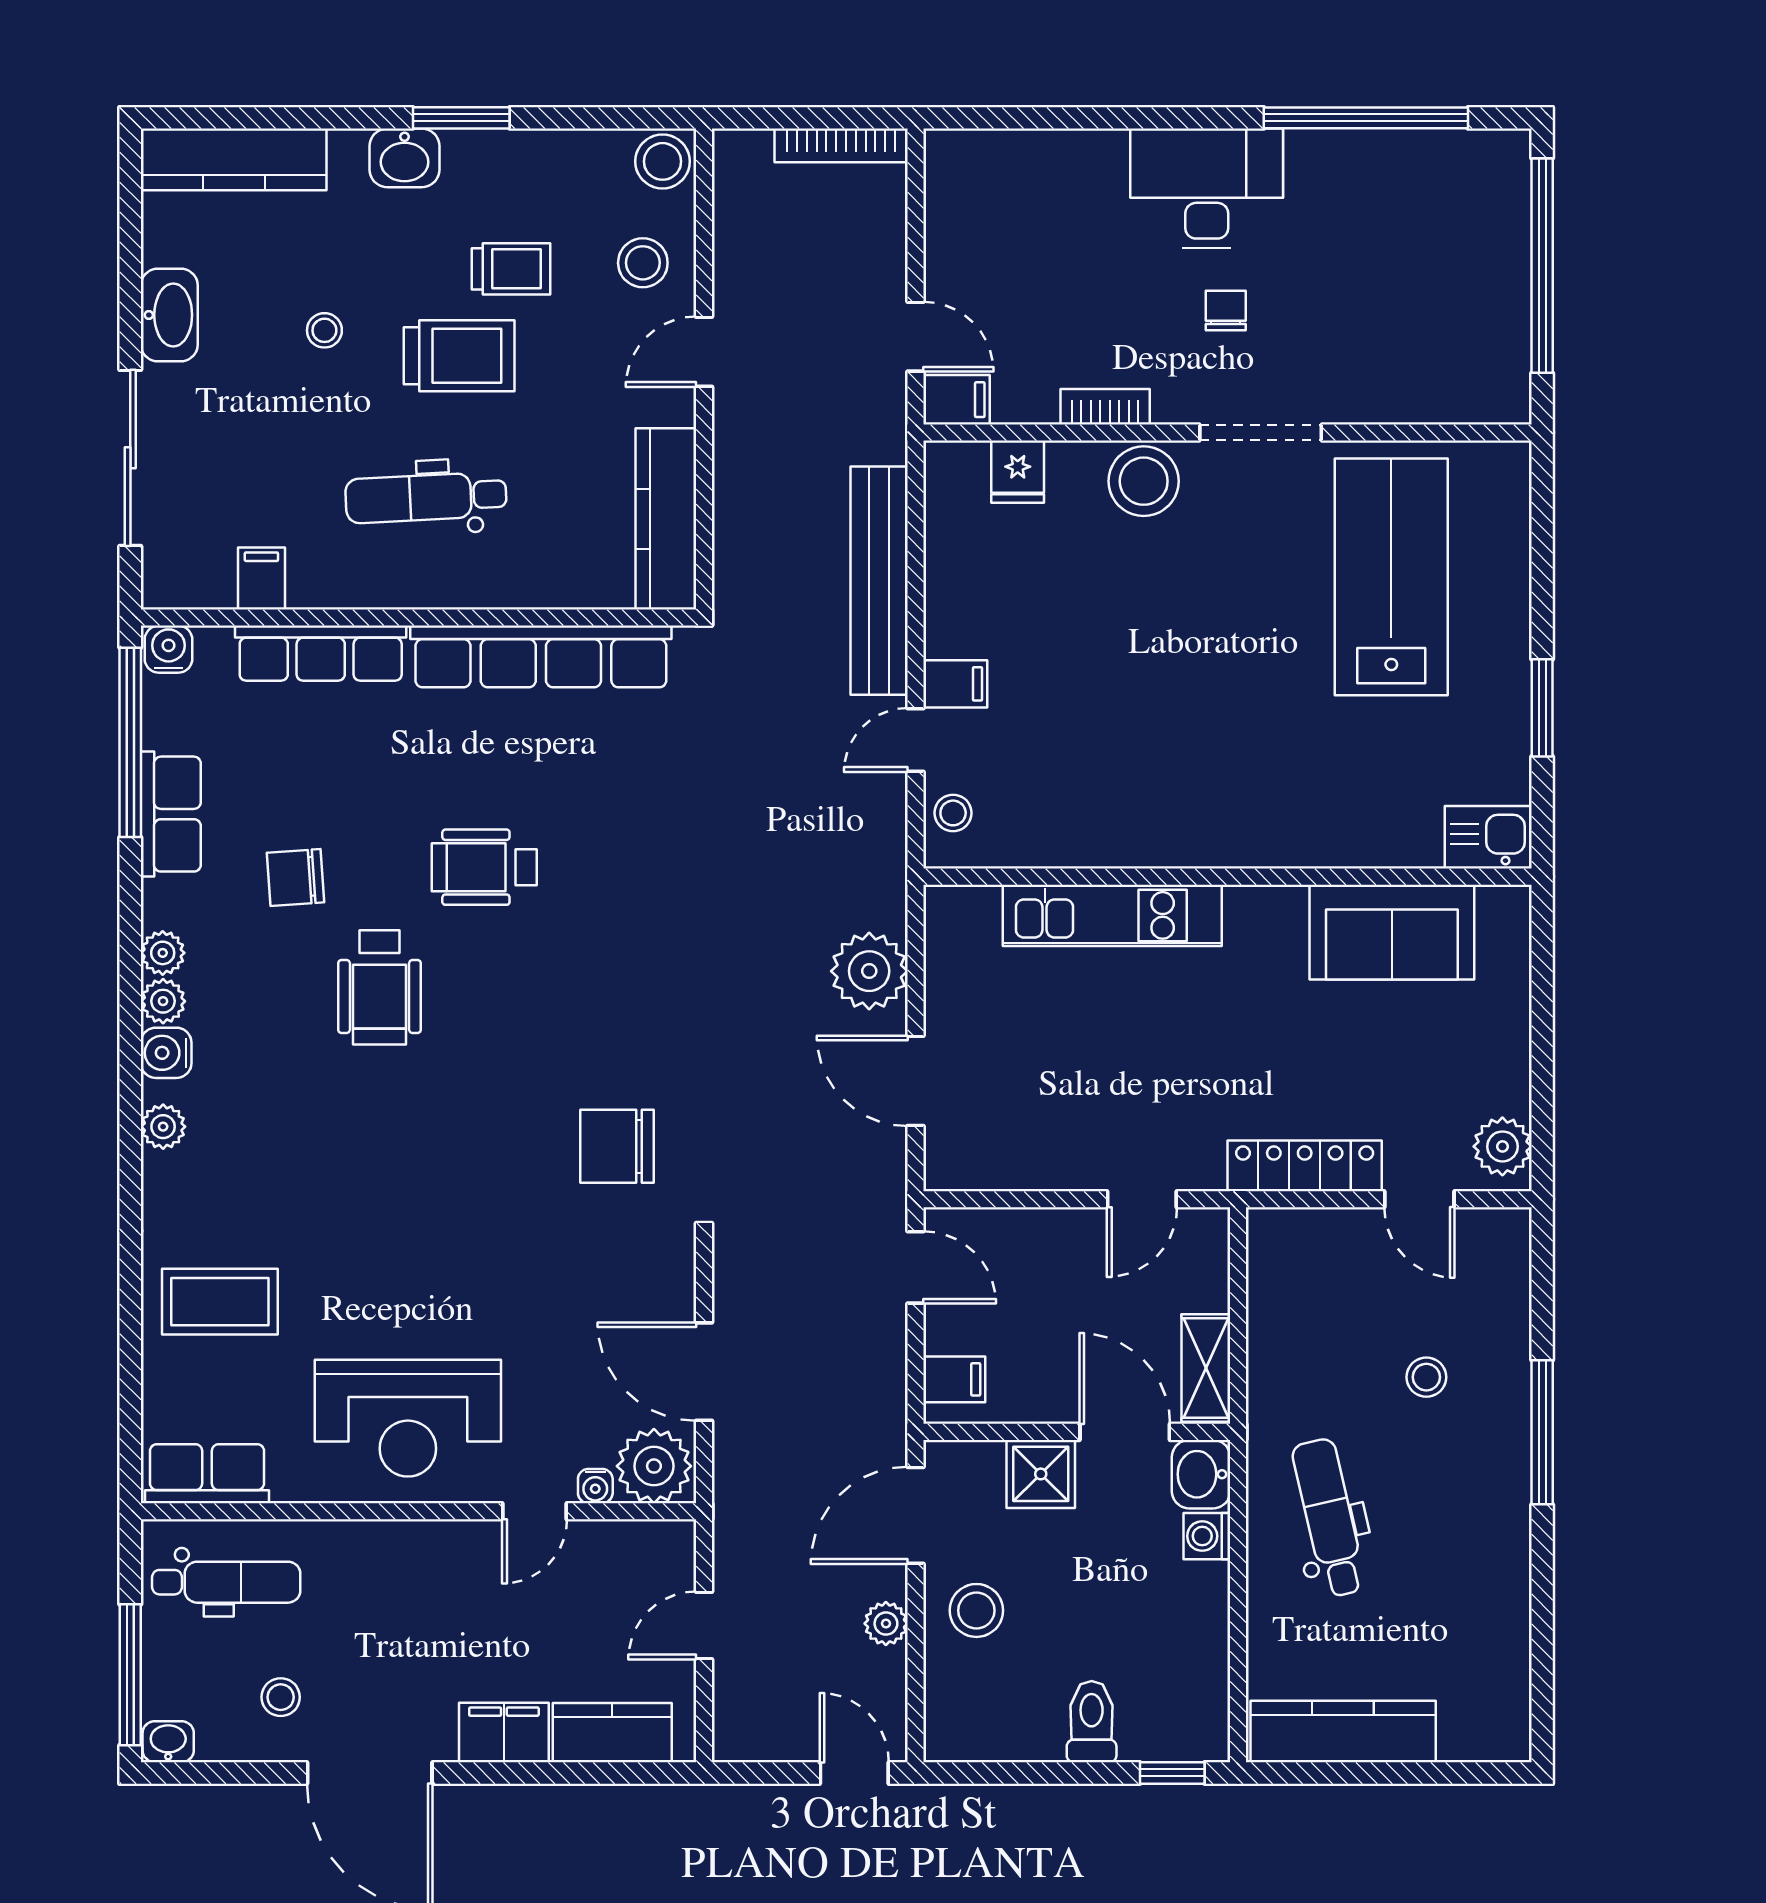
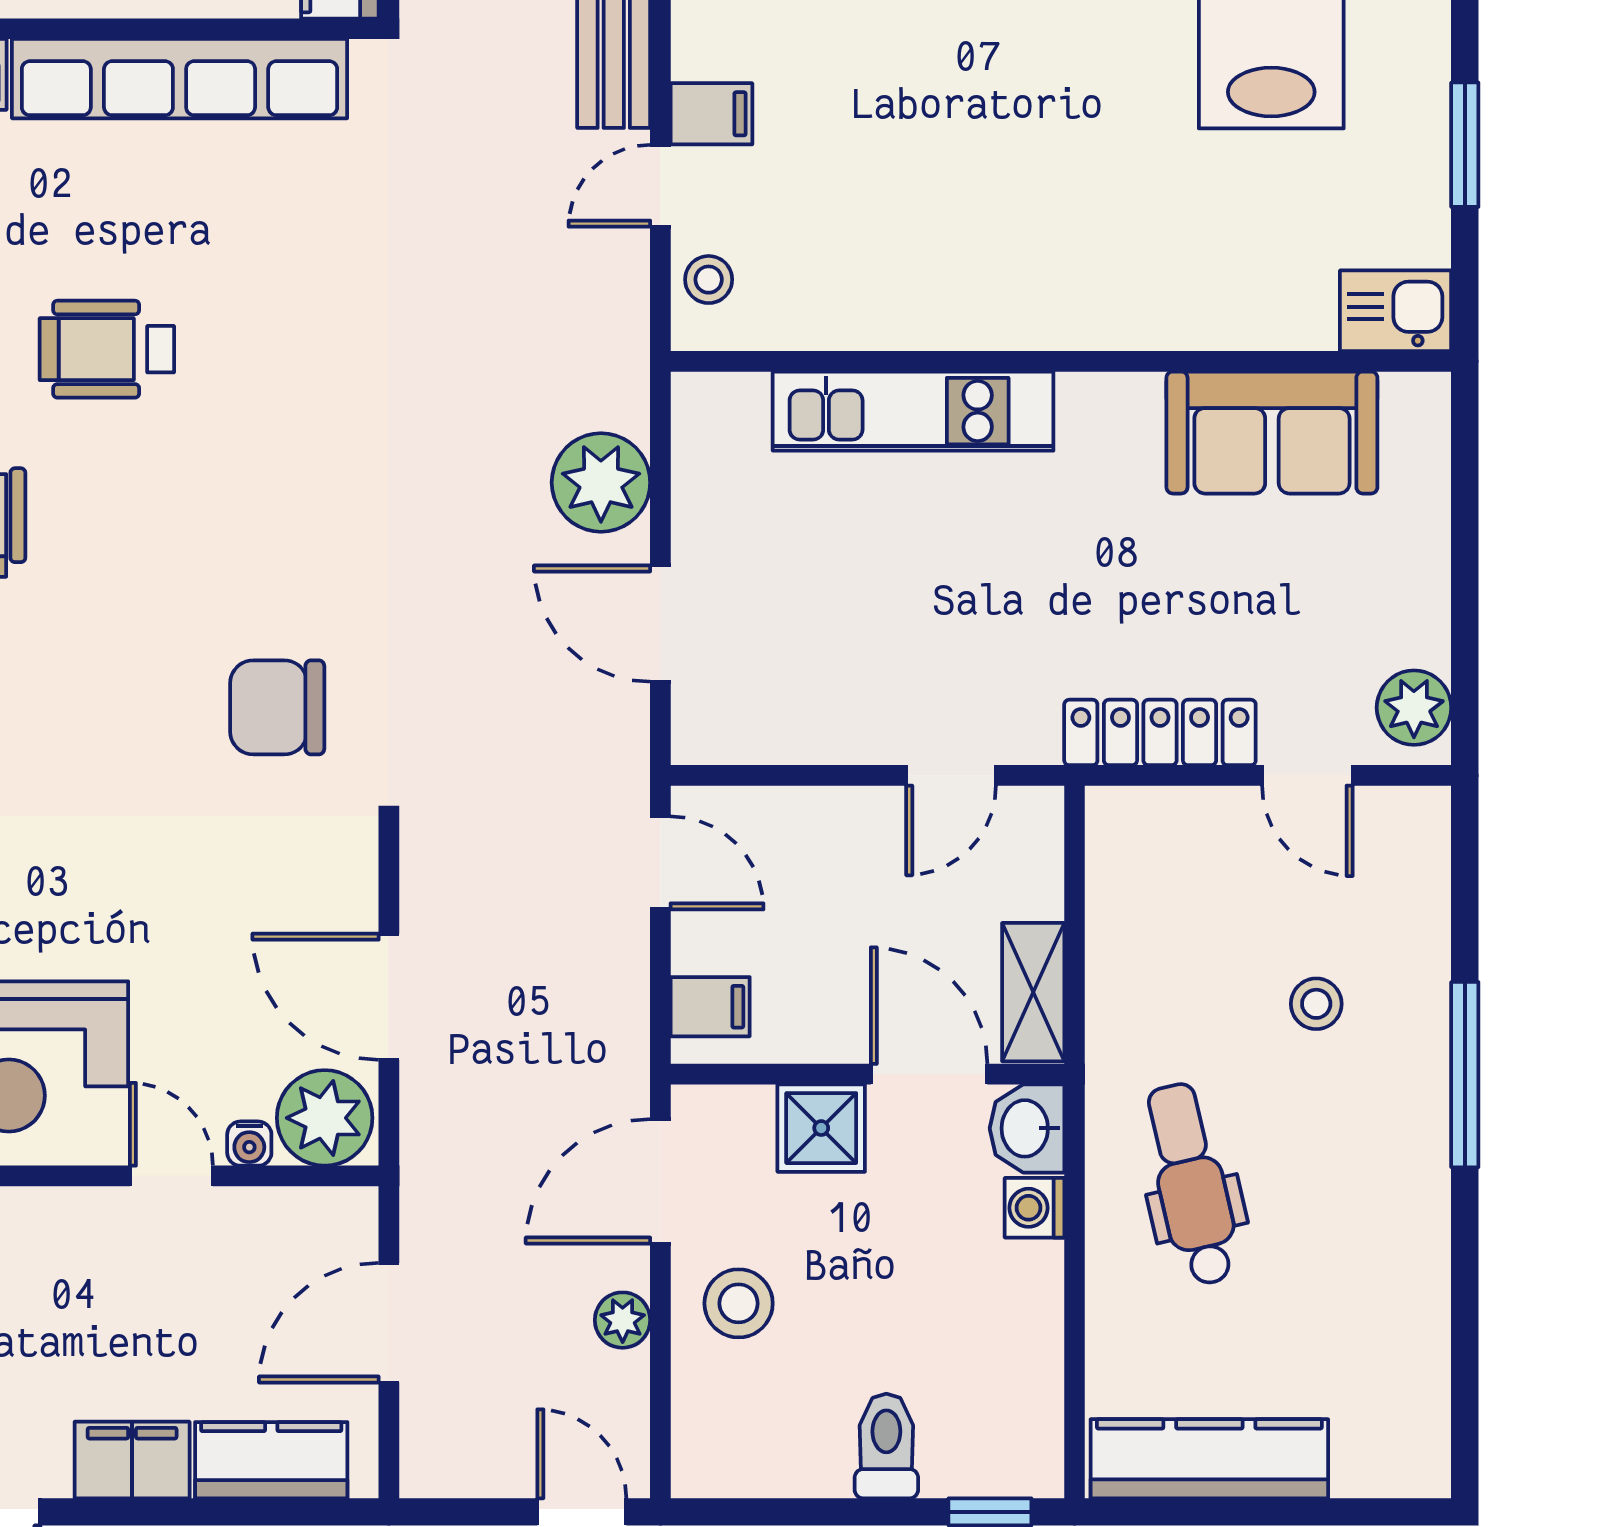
door: (534, 1511) -> (171, 1176), swing flipped
door: (704, 1626) -> (389, 1323), width x1.37

